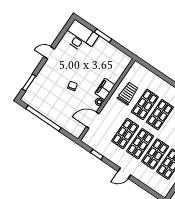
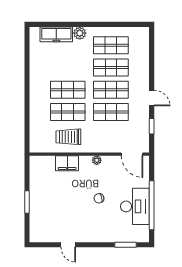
desk: (80, 37) -> (135, 206), moved, turned 180
door: (49, 53) -> (68, 245), moved
filing cabinet: (105, 89) -> (67, 163), moved
door: (93, 120) -> (132, 154), moved
door: (124, 173) -> (152, 98), moved

